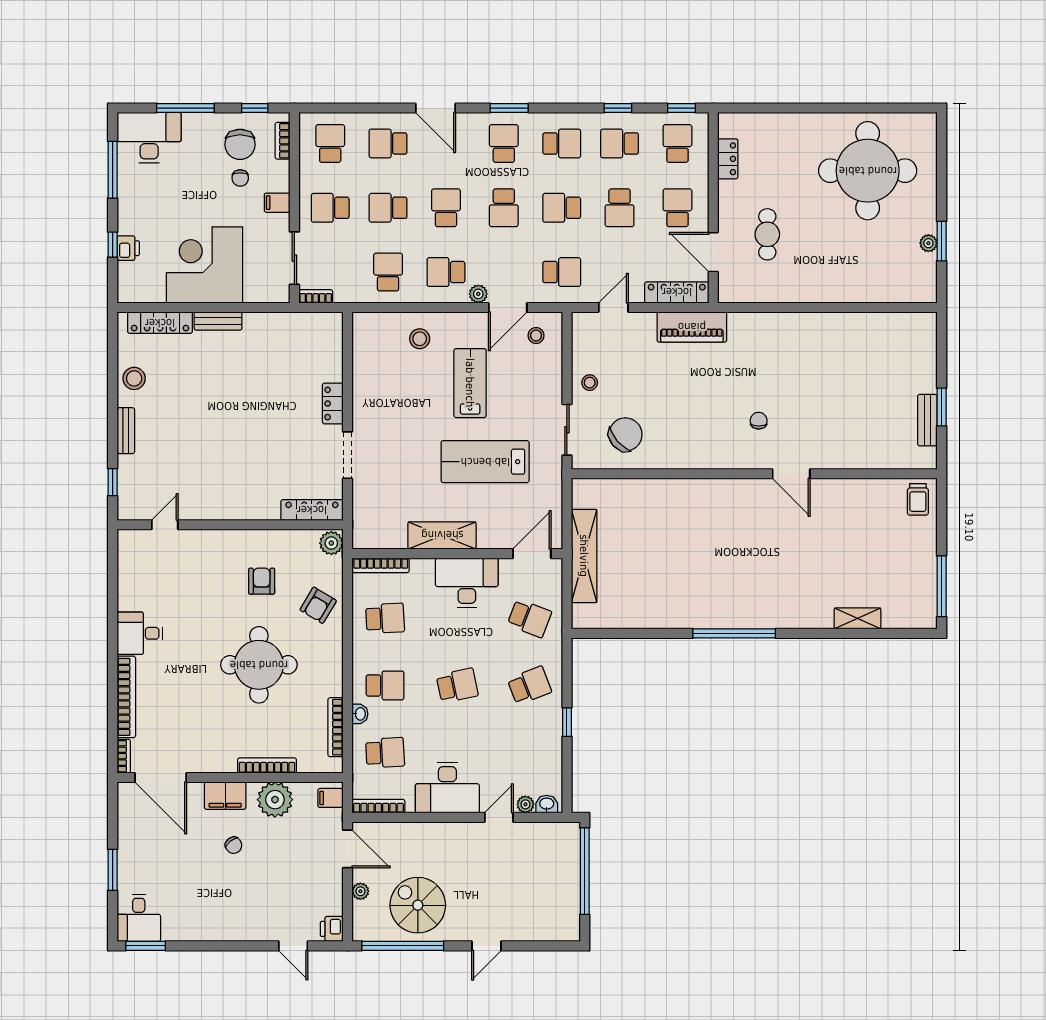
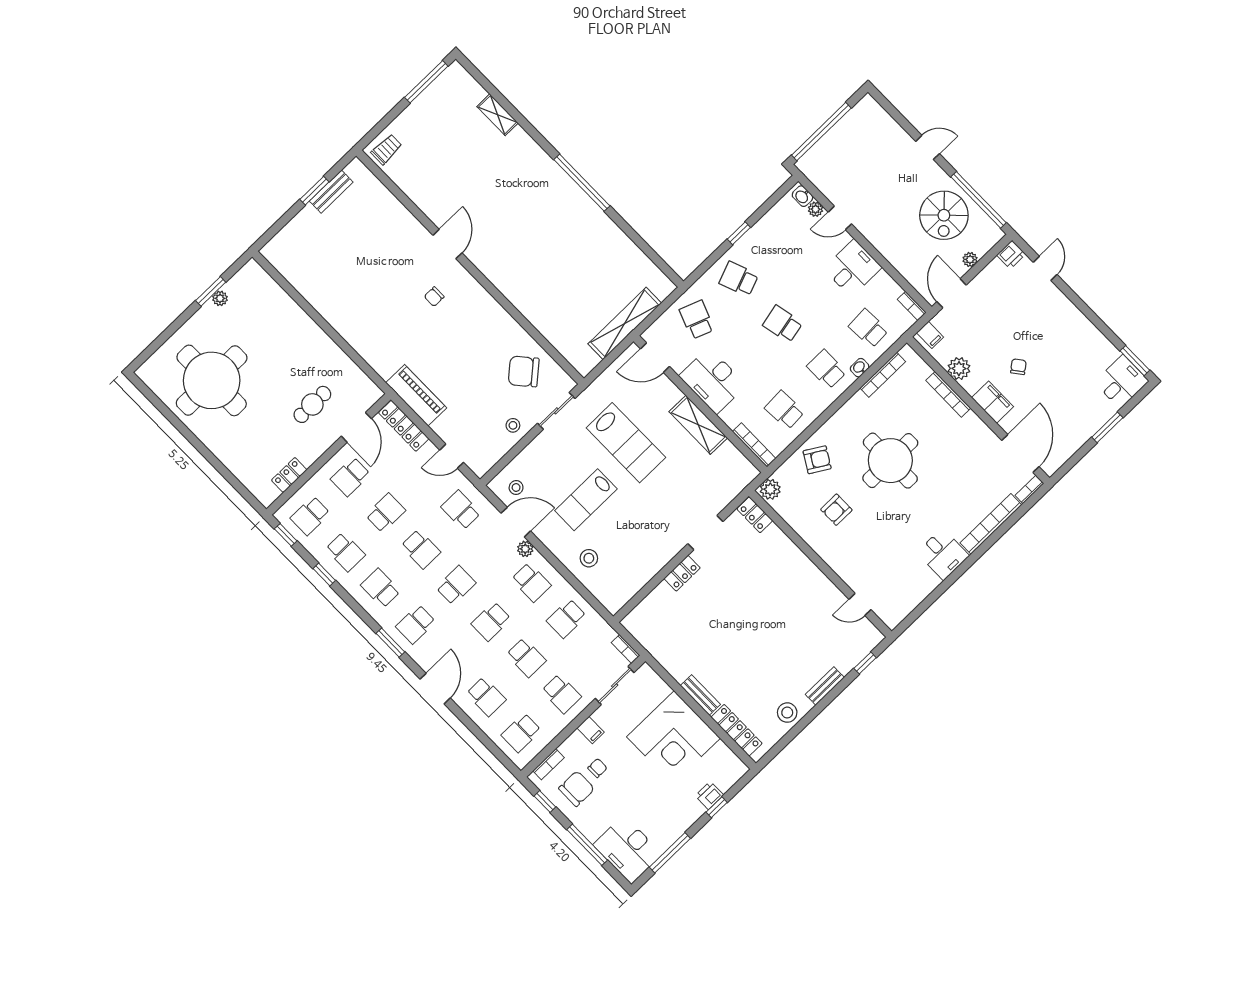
locker: (312, 510) -> (755, 515), width x0.66
desk: (447, 788) -> (853, 268), width x0.73
plant: (275, 800) -> (959, 369), width x0.73, depth x0.73
bookcase: (378, 806) -> (912, 306), width x0.64

